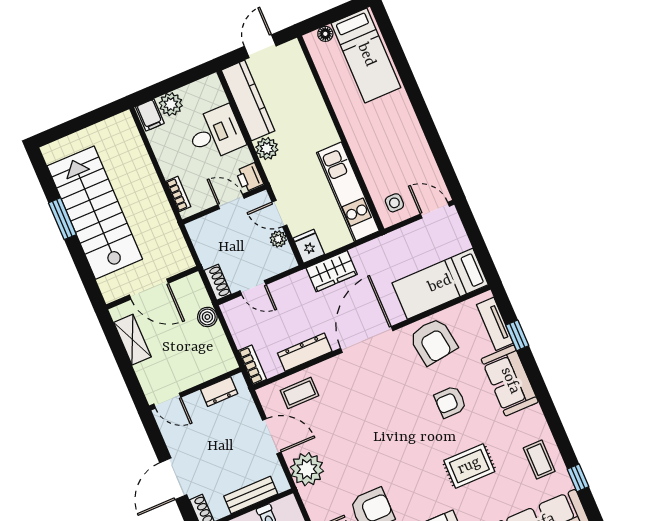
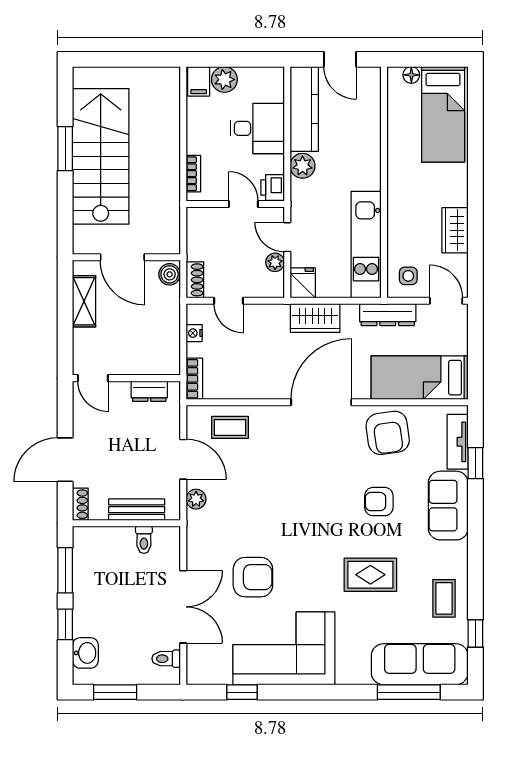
door: (260, 46) -> (340, 59), swing flipped
wardrobe: (417, 148) -> (455, 230), added
boiler: (207, 317) -> (170, 274), moved
nightstand: (236, 327) -> (194, 333), added
dresser: (305, 352) -> (388, 315), moved, turned 180
plant: (307, 469) -> (196, 499), width x0.53, depth x0.53

